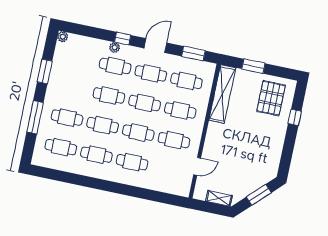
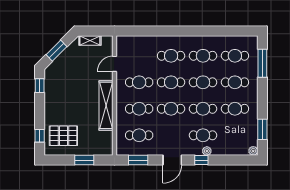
window: (45, 72) -> (262, 129), moved
cafe table: (151, 73) -> (235, 109), moved
shelving: (222, 94) -> (106, 105), moved
pallet: (271, 98) -> (63, 136), turned 90
window: (35, 117) -> (262, 63), moved
window: (295, 117) -> (40, 136), moved
window: (286, 160) -> (40, 86), added

